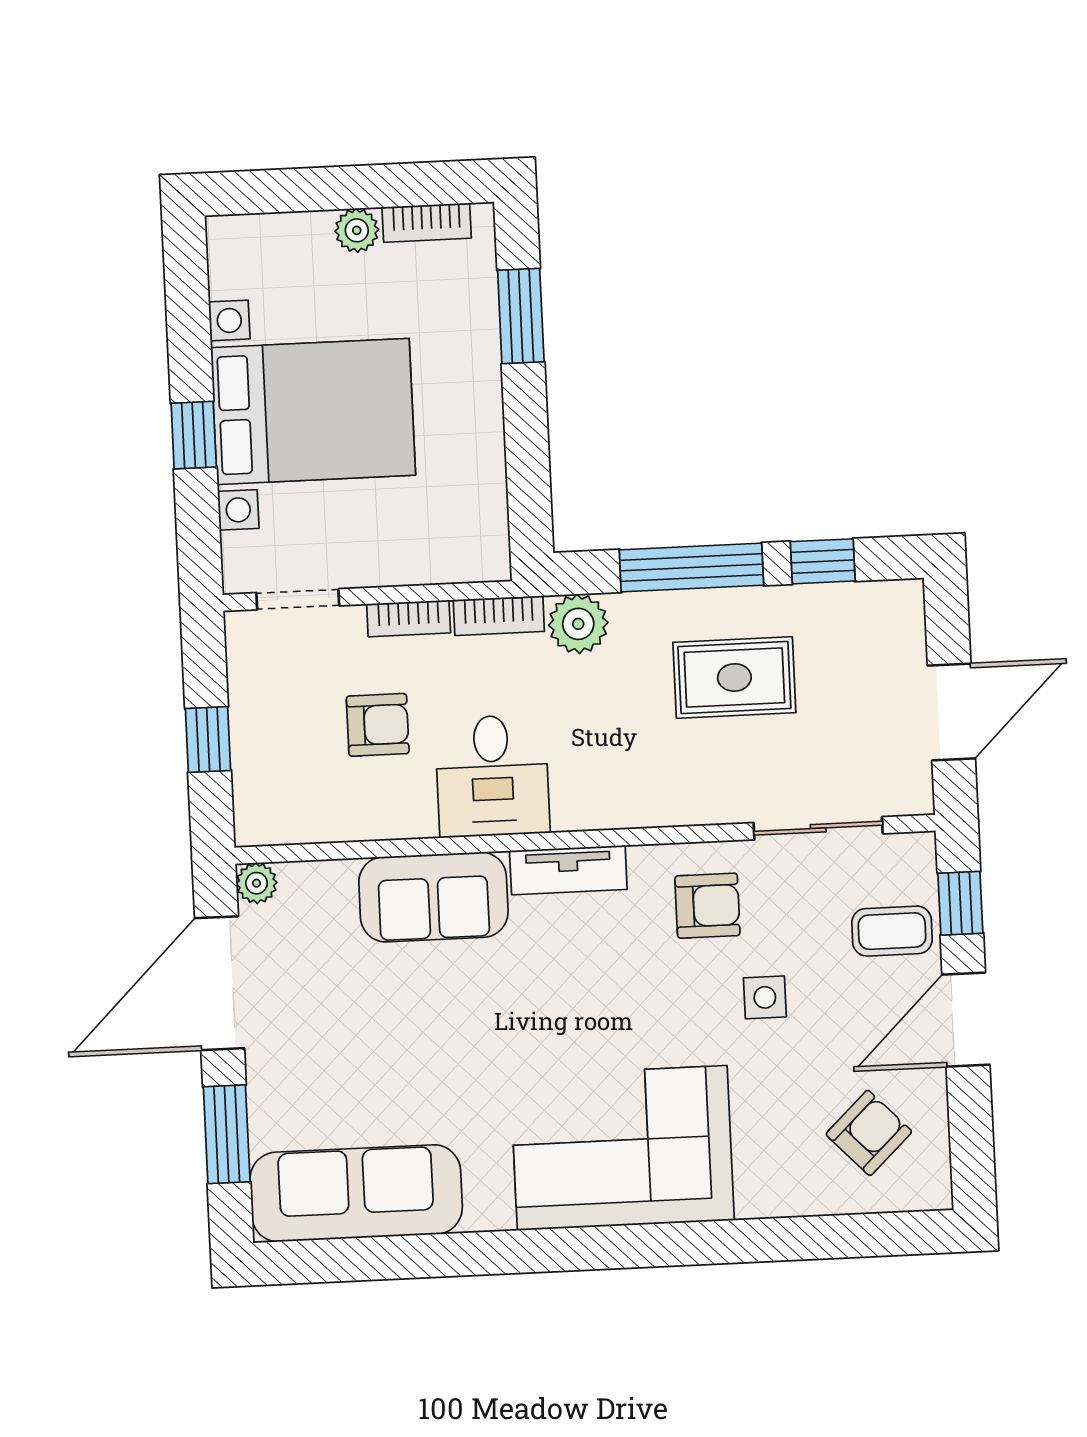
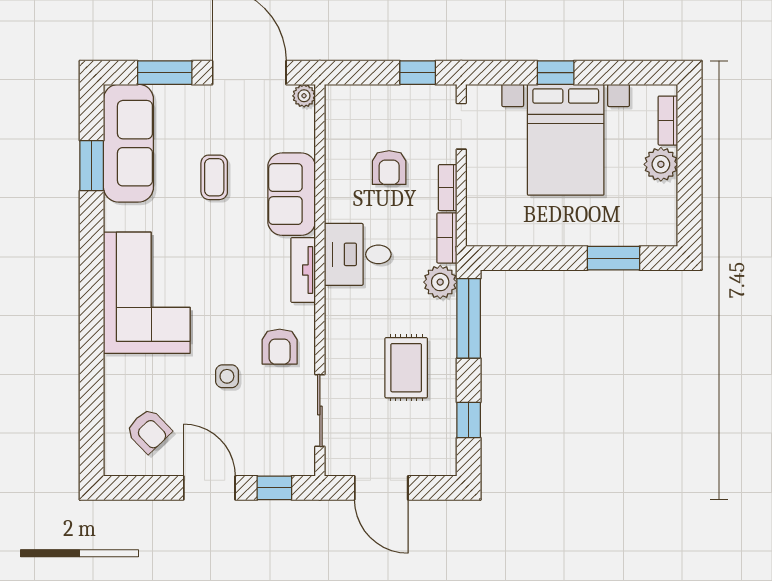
bookcase: (427, 223) -> (668, 121), moved
plant: (357, 230) -> (661, 164), width x1.38, depth x1.38
window: (691, 568) -> (469, 318), moved
window: (208, 739) -> (418, 73), moved
desk: (492, 776) -> (358, 254), moved
coffee table: (892, 931) -> (214, 177), moved
window: (399, 1257) -> (92, 166), added

